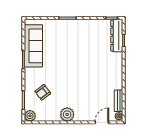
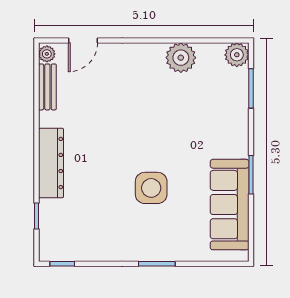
dresser: (117, 35) -> (51, 163), moved
side table: (70, 54) -> (151, 188), added
armchair: (43, 92) -> (210, 105), removed
plant: (67, 114) -> (181, 58), moved

